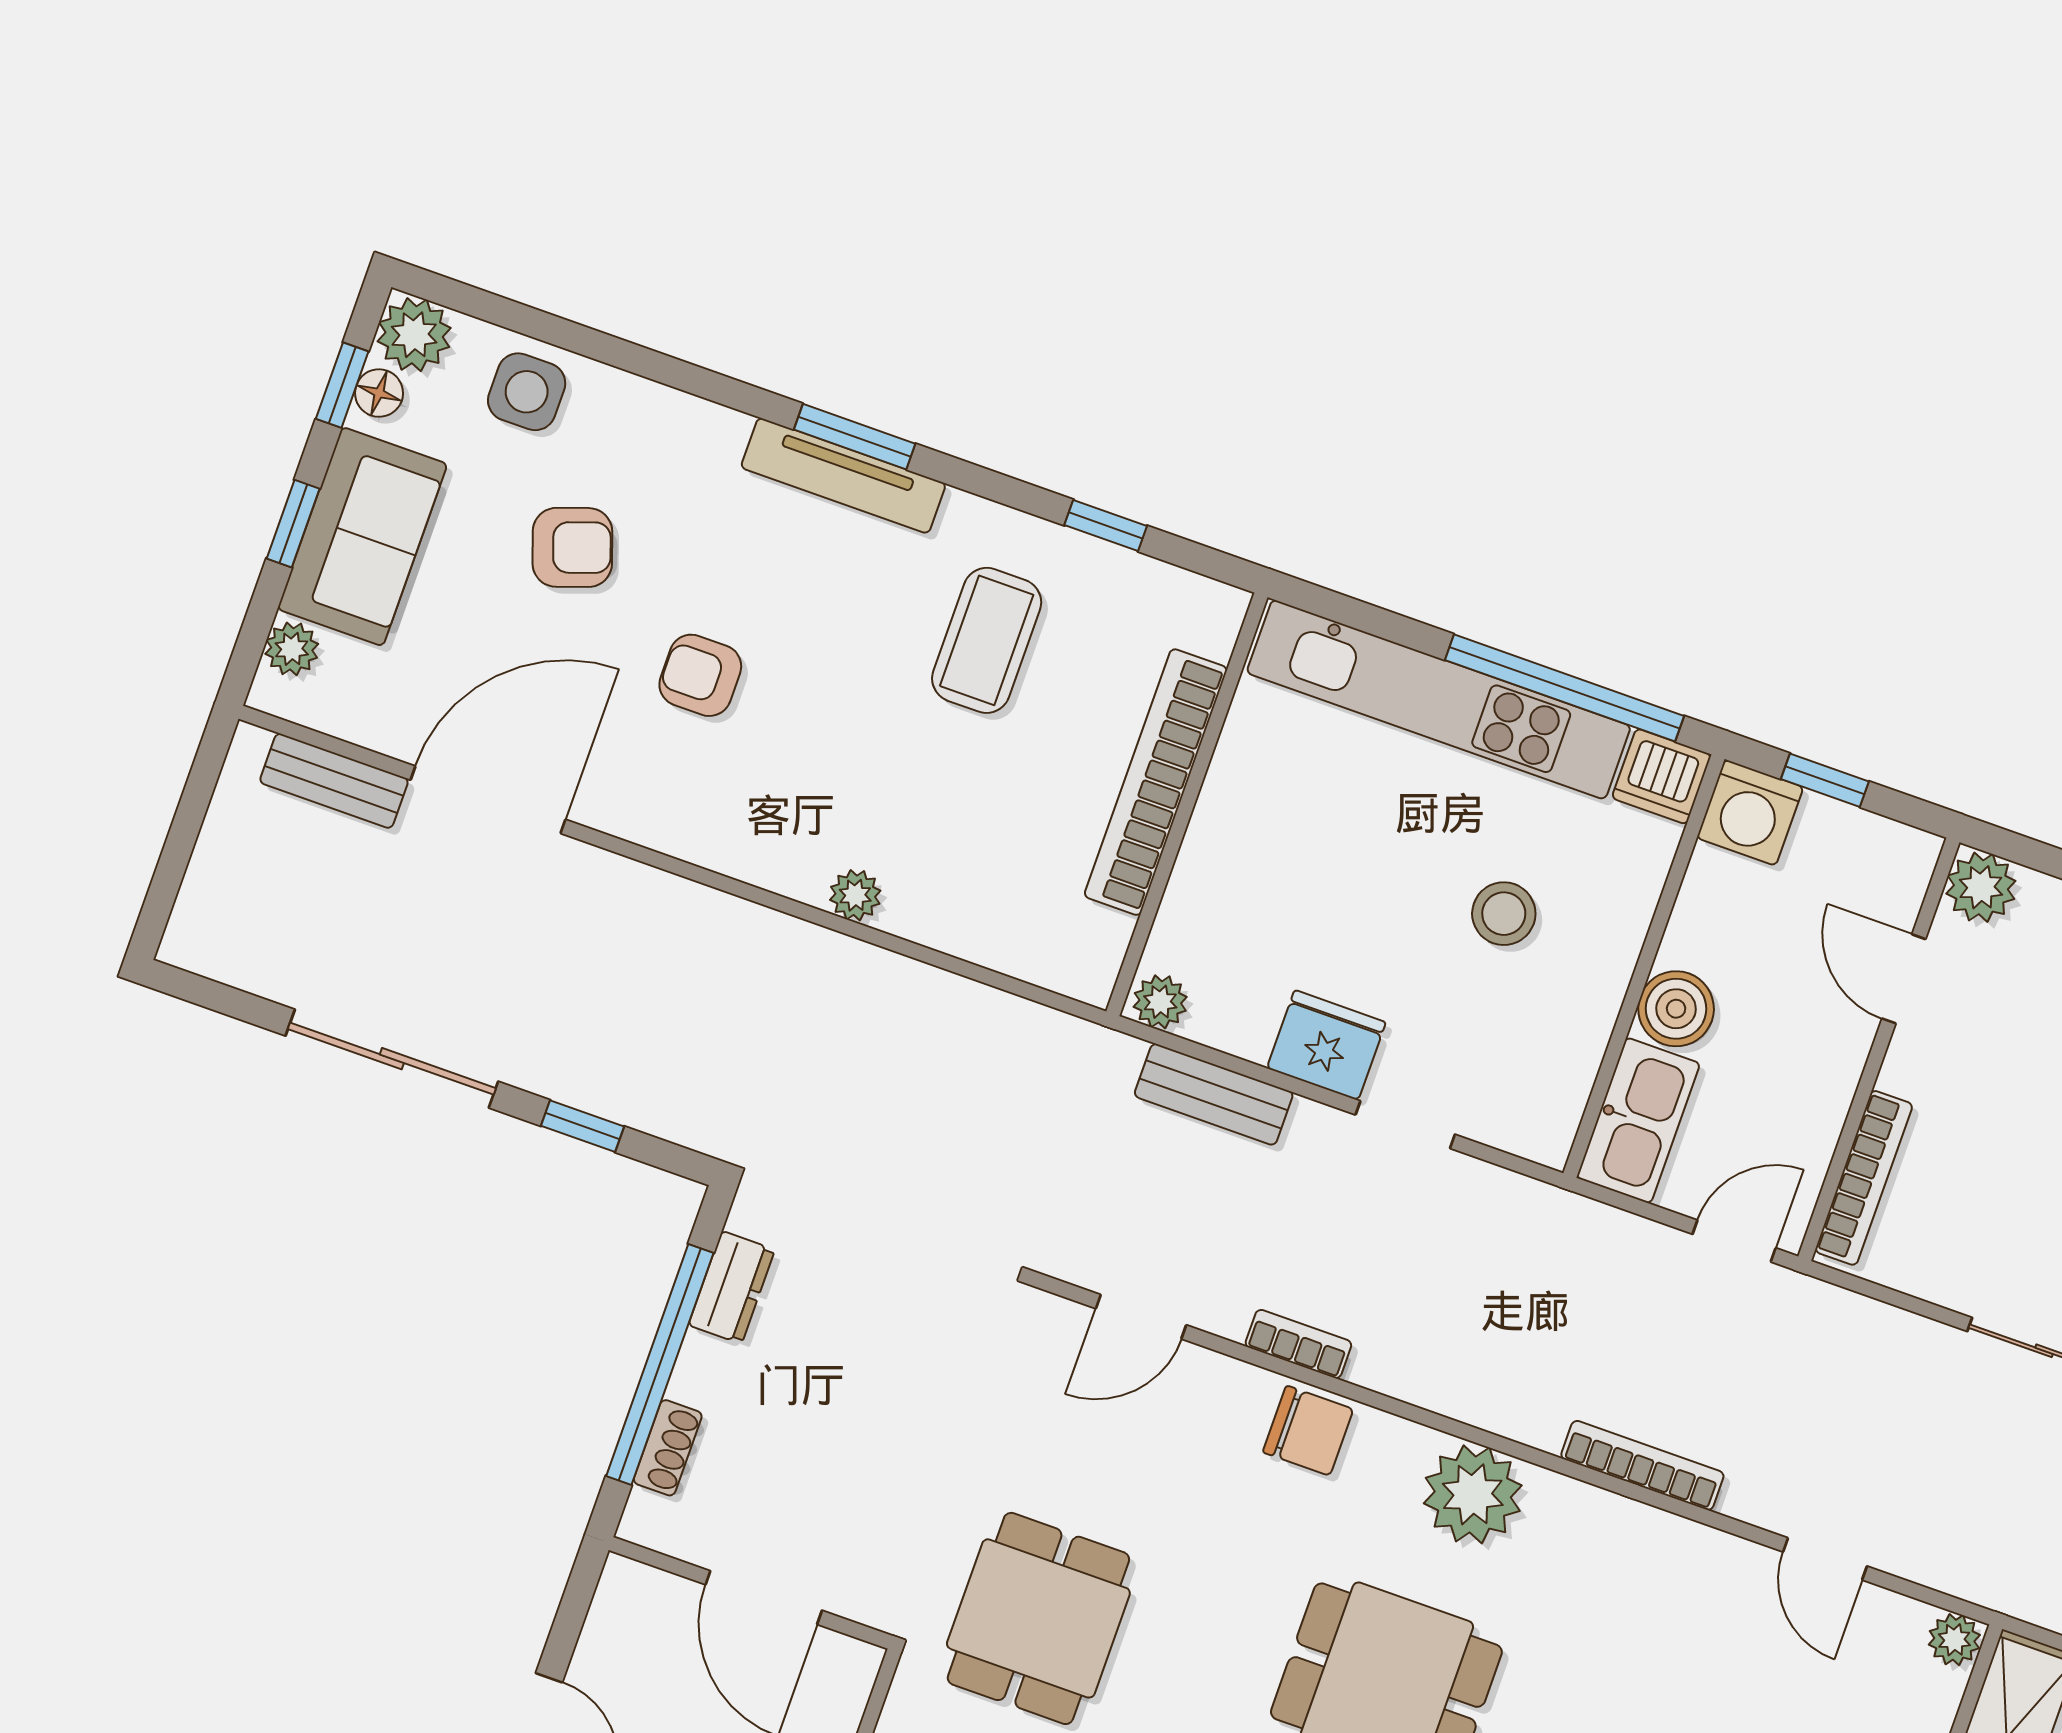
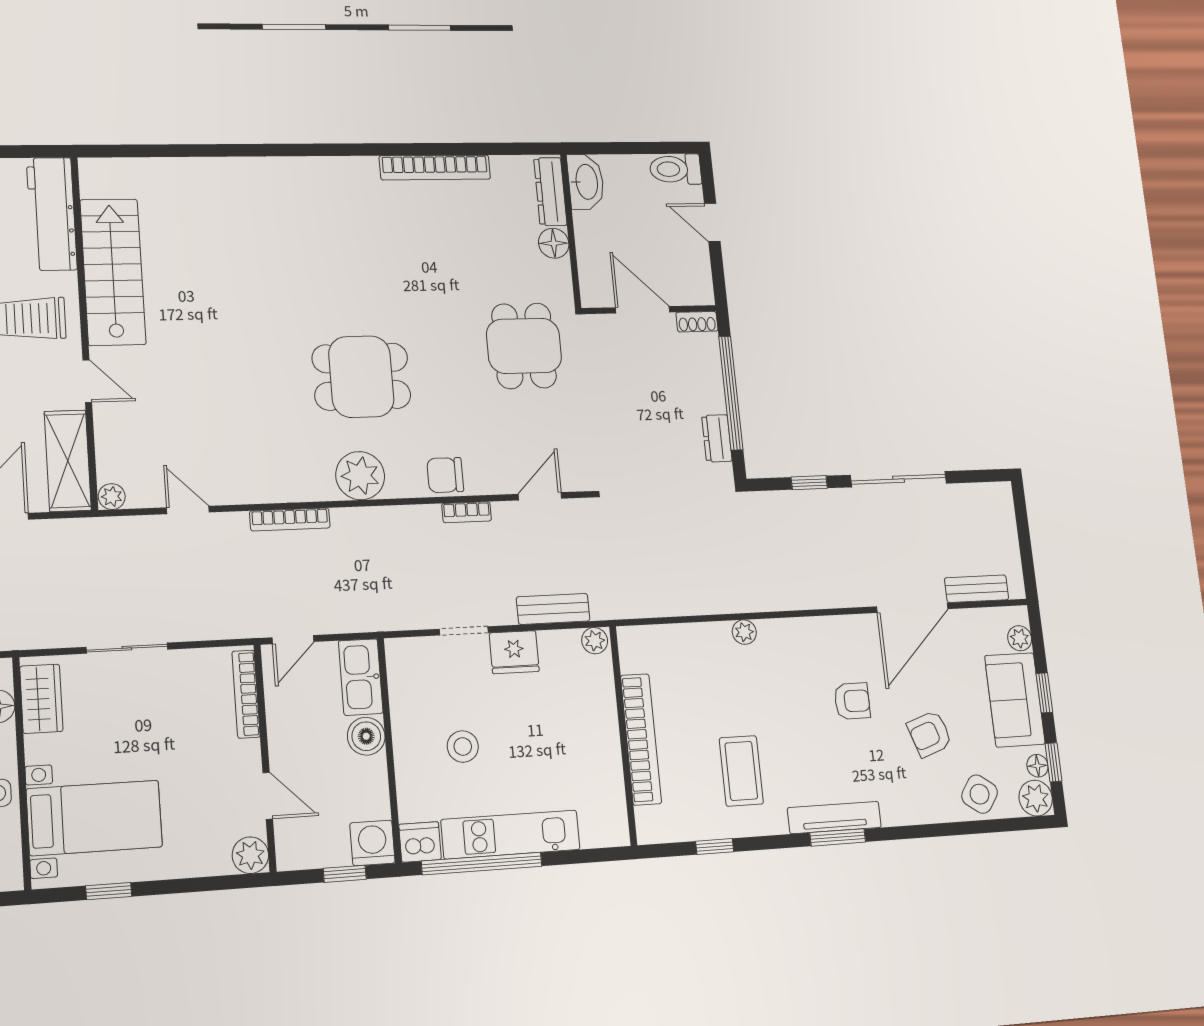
side table: (527, 392) -> (980, 794), turned 35
kitchen unit: (1439, 699) -> (511, 835), width x0.73
shoe rack: (668, 1448) -> (697, 322), moved, turned -90

